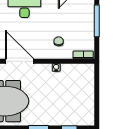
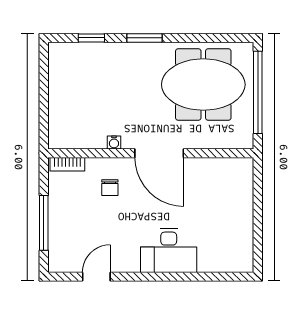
door: (20, 61) -> (159, 153), moved

